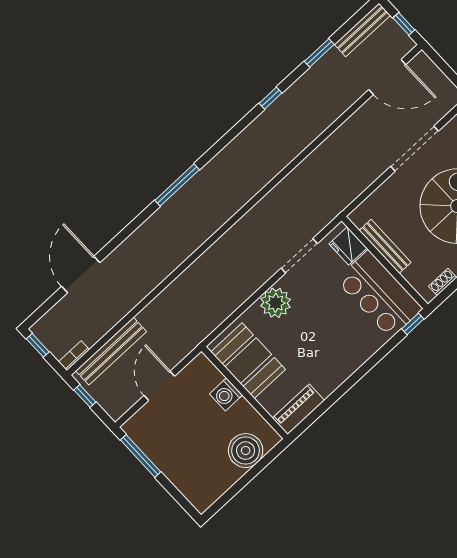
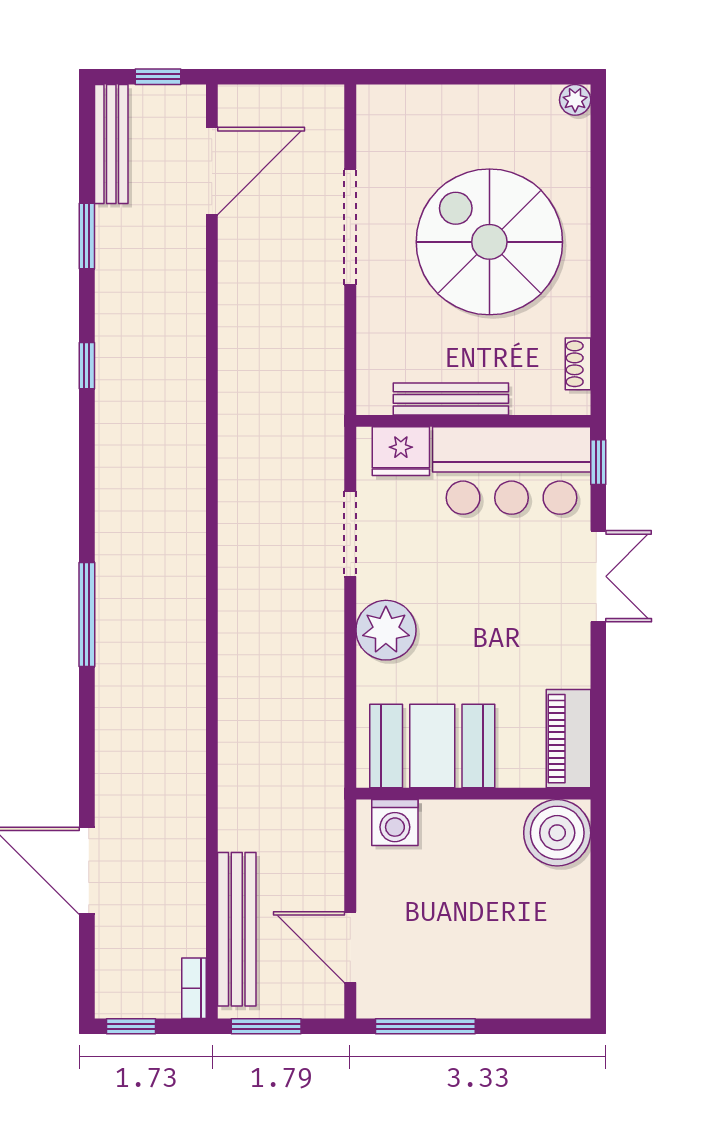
double door: (370, 364) -> (598, 576), added
door: (159, 386) -> (350, 947), moved
washing machine: (226, 394) -> (395, 822), moved
window: (85, 396) -> (266, 1026), width x1.50
boiler: (246, 451) -> (557, 833), moved

